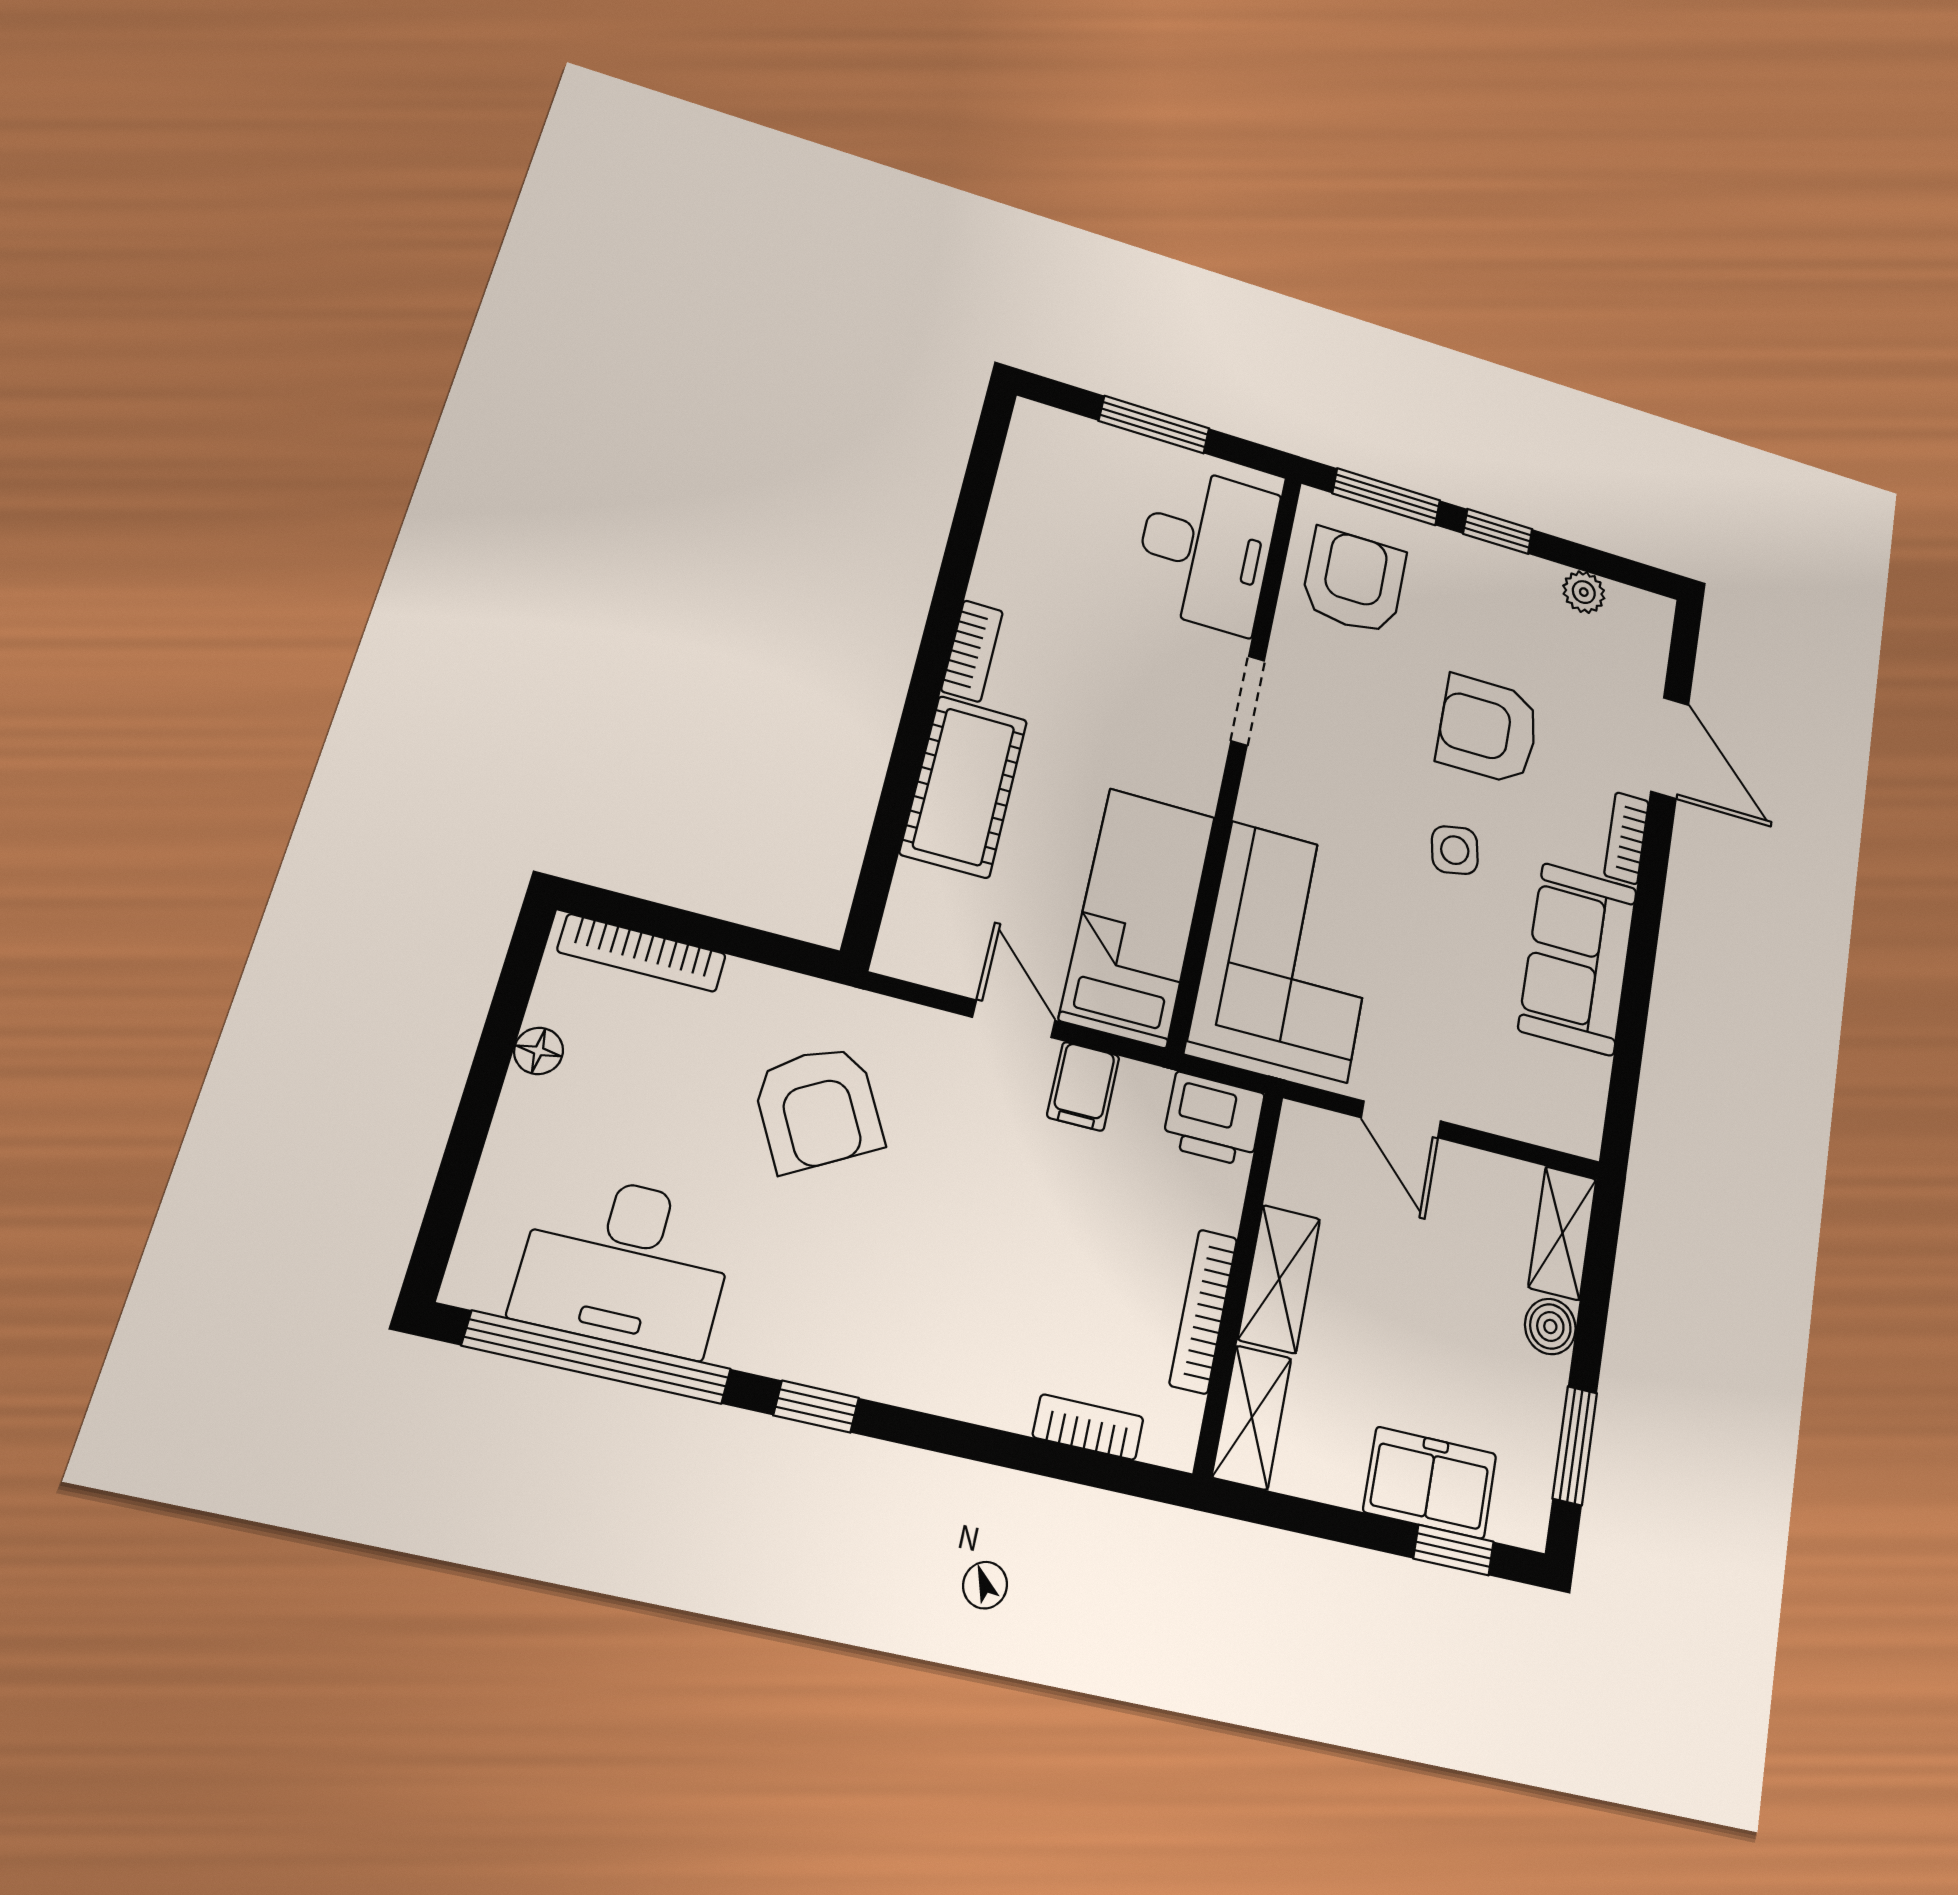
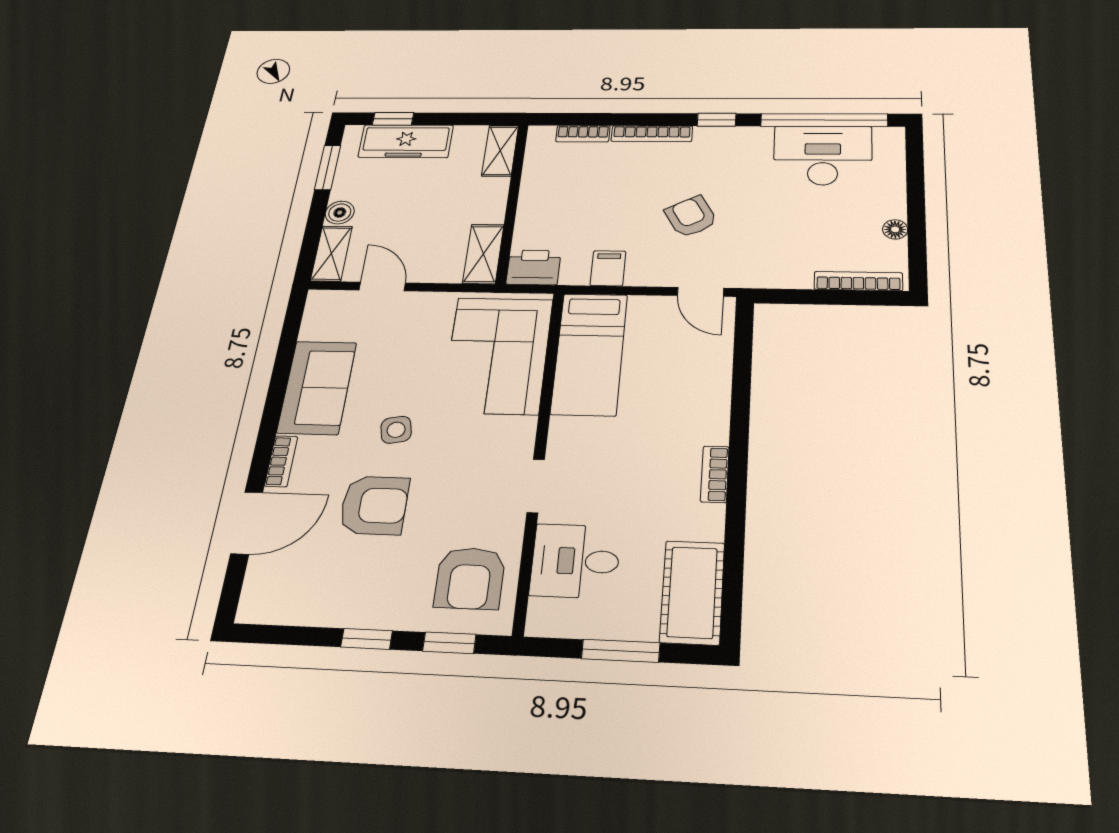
window: (1386, 497) -> (449, 643), width x0.67
desk: (1206, 549) -> (575, 561), width x0.73
plant: (1584, 592) -> (303, 612), removed
door: (1670, 748) -> (247, 523), swing flipped
cot: (964, 786) -> (692, 592), moved
door: (1014, 1019) -> (701, 292), moved
armchair: (818, 1108) -> (691, 217), moved, width x0.72, depth x0.72
door: (1401, 1119) -> (382, 287), moved
shelving: (1279, 1279) -> (483, 254), moved
bookcase: (1203, 1311) -> (652, 134), moved, turned 90
freezer: (1430, 1483) -> (406, 141), width x1.40

